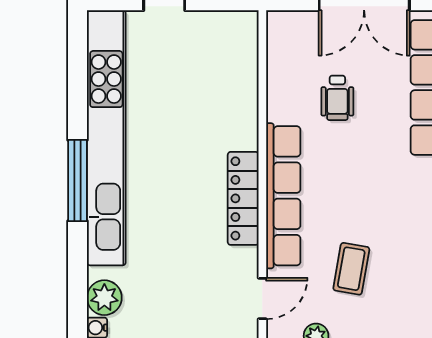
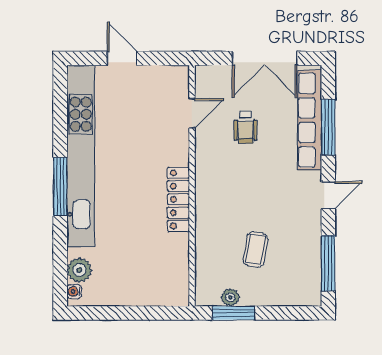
row of seats: (283, 196) -> (207, 197), removed
door: (262, 299) -> (192, 113), moved

